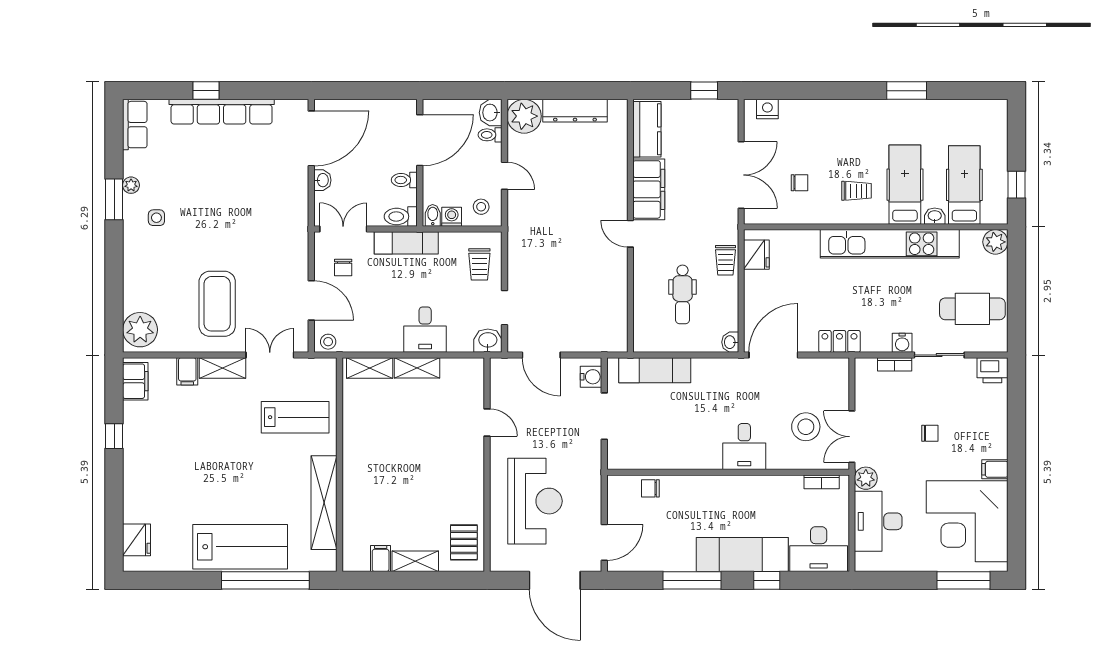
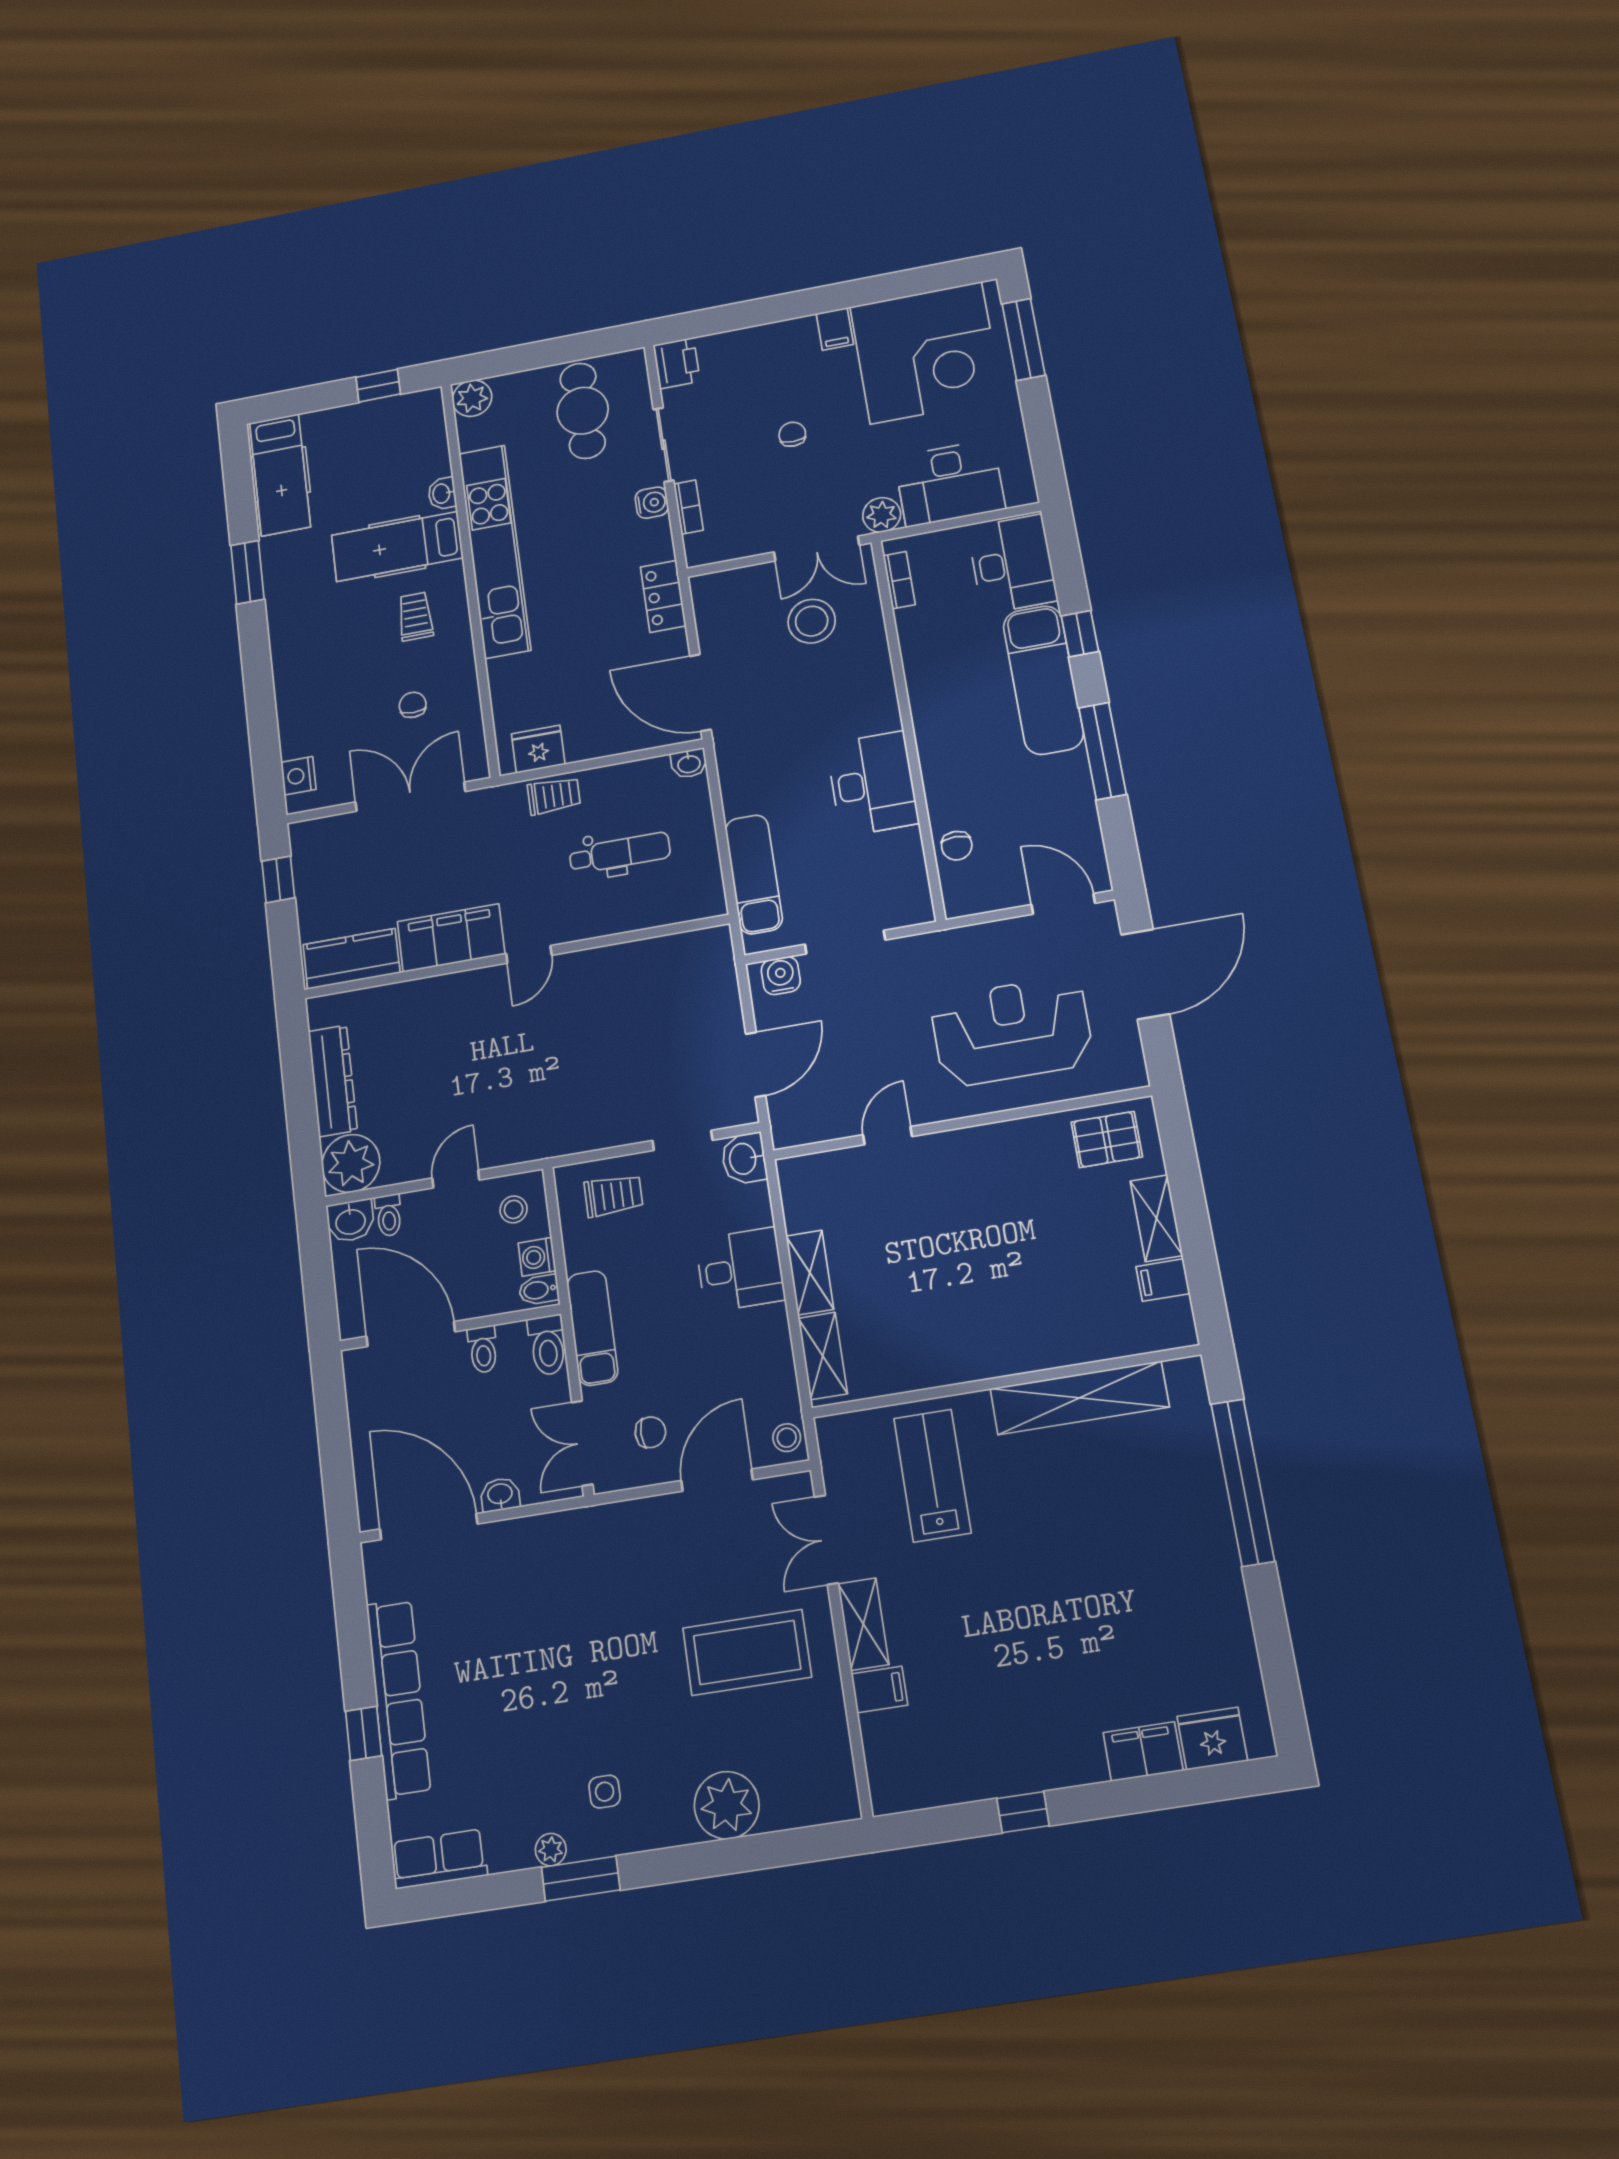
hospital bed: (964, 185) -> (280, 475), moved, turned -90
plant: (140, 330) -> (727, 1805), moved
filing cabinet: (135, 381) -> (1143, 1751), moved
desk: (744, 447) -> (872, 784), moved, width x1.37
lab bench: (240, 547) -> (1189, 1539), removed

